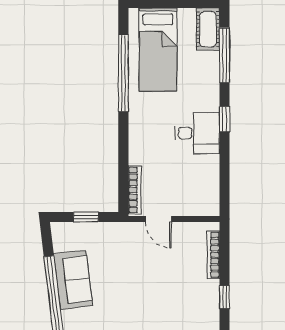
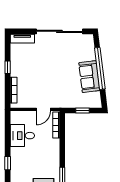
desk: (197, 133) -> (22, 136), moved
door: (158, 219) -> (43, 109), swing flipped

